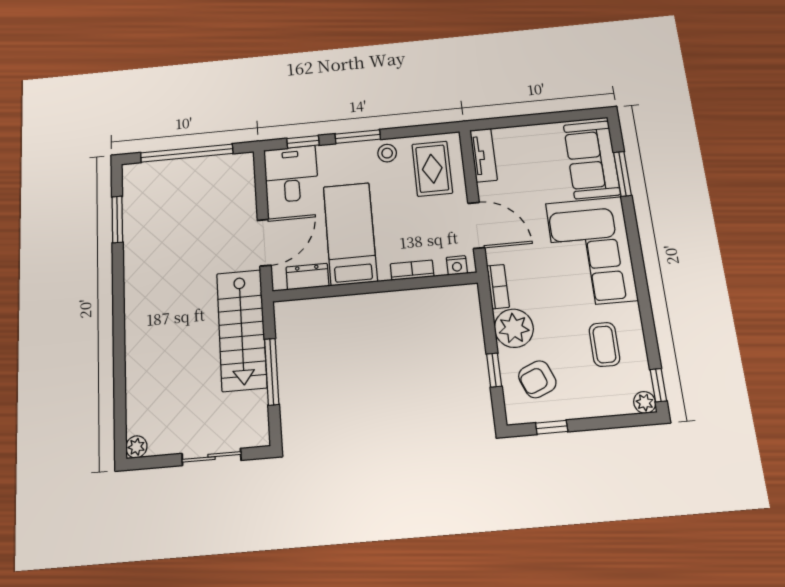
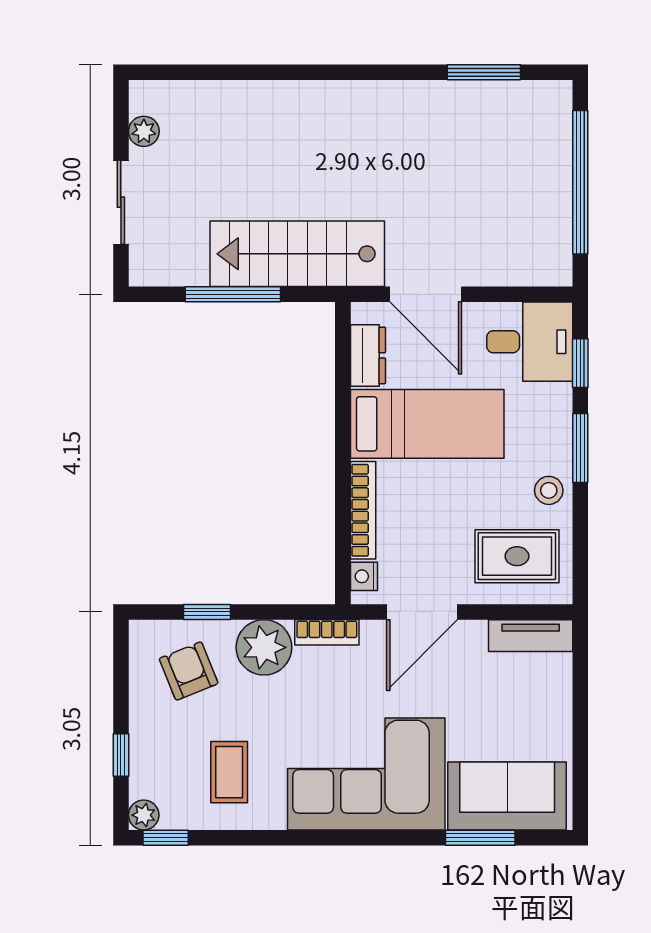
bookcase: (412, 270) -> (363, 510), width x1.56
coffee table: (604, 344) -> (229, 772), turned 90
window: (552, 427) -> (121, 755), moved
plant: (136, 447) -> (144, 131), moved

